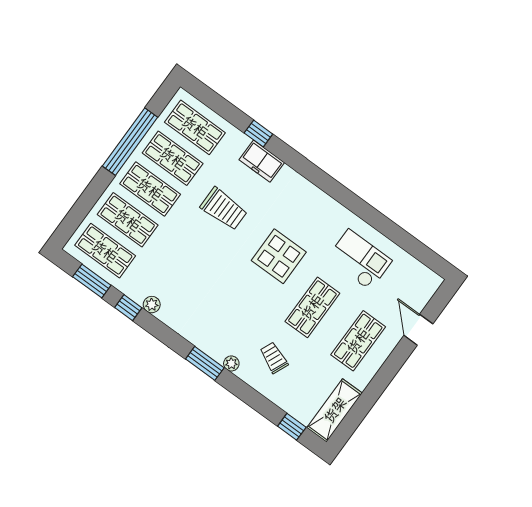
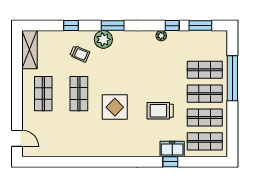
window: (130, 142) -> (232, 78), moved
freezer: (262, 161) -> (172, 149), moved
shop shelf: (105, 251) -> (205, 46), removed
checkout: (359, 260) -> (73, 135), removed
door: (418, 330) -> (17, 138), moved
plant: (231, 363) -> (103, 39), width x1.88, depth x1.88
window: (292, 427) -> (71, 26), moved

